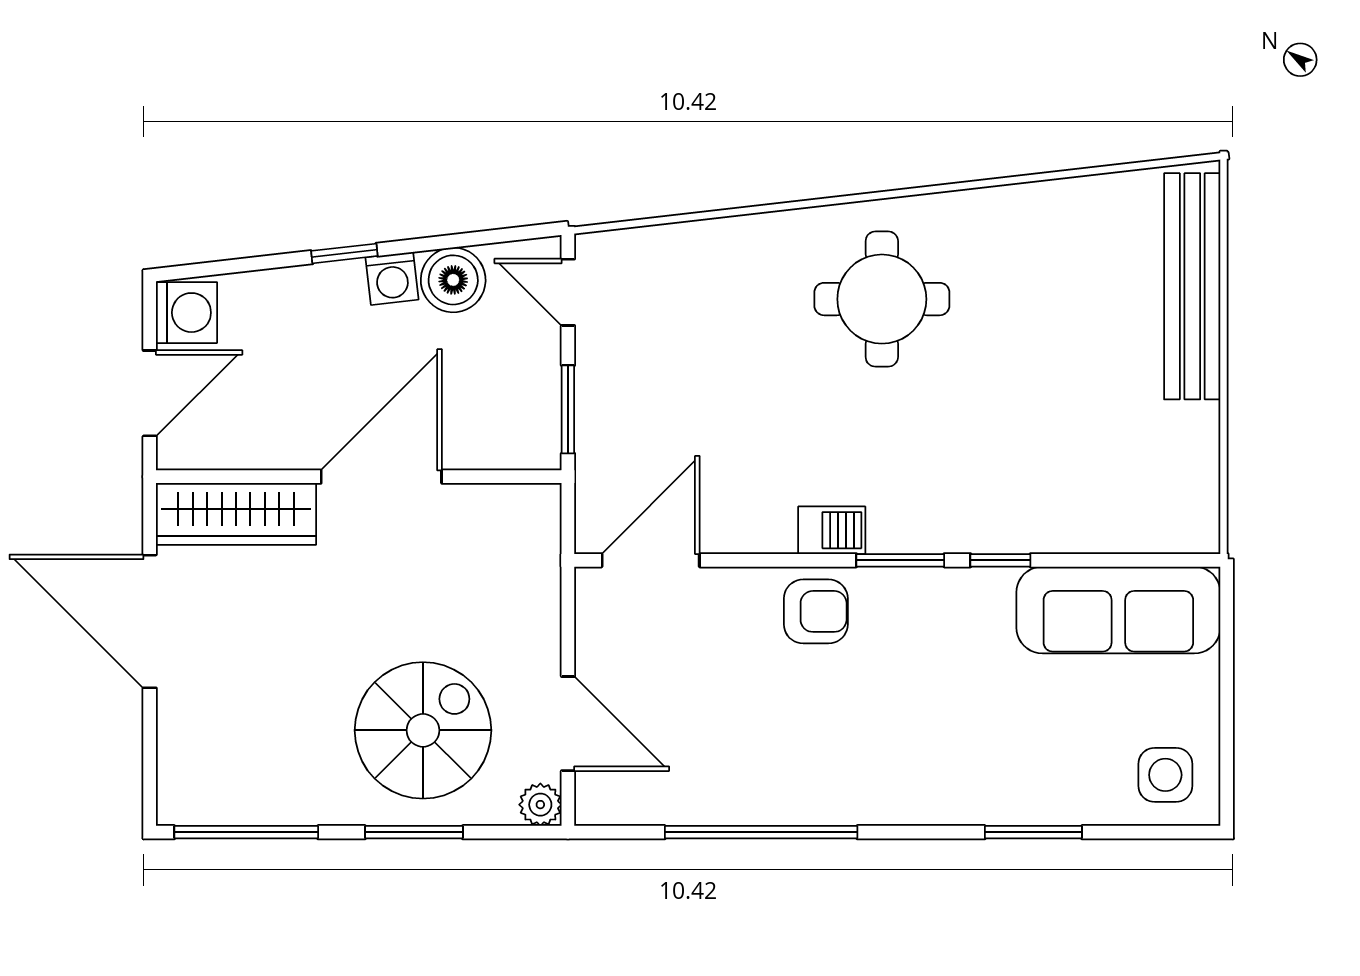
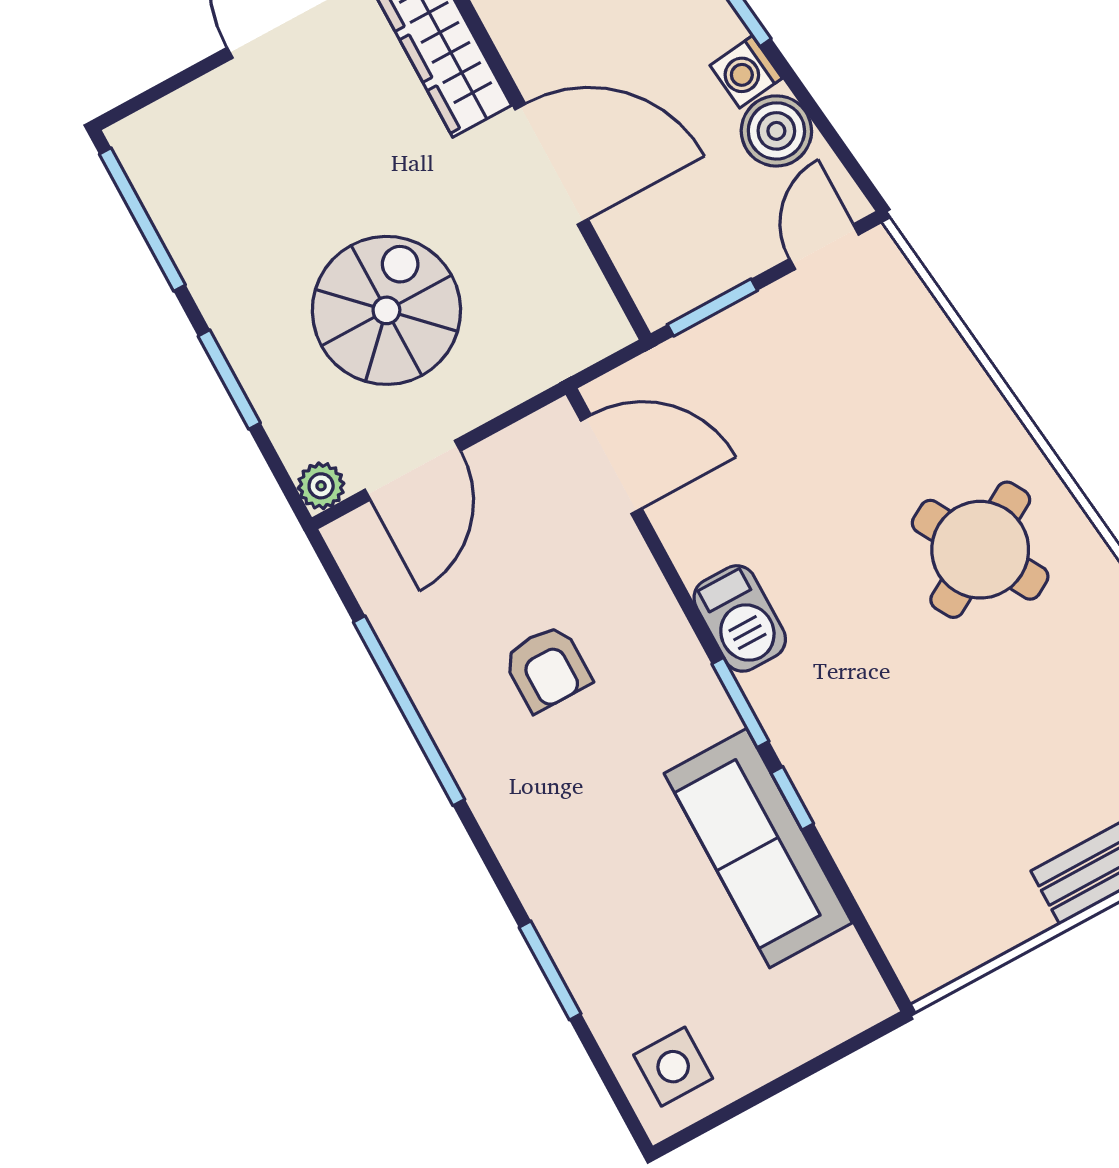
round table: (882, 299) -> (980, 550), turned -30
barbecue: (832, 530) -> (740, 618), width x1.38, depth x1.27
sofa: (1118, 610) -> (758, 848), moved
armchair: (816, 611) -> (547, 668), moved
spiral stairs: (423, 730) -> (386, 310), moved, turned -90

